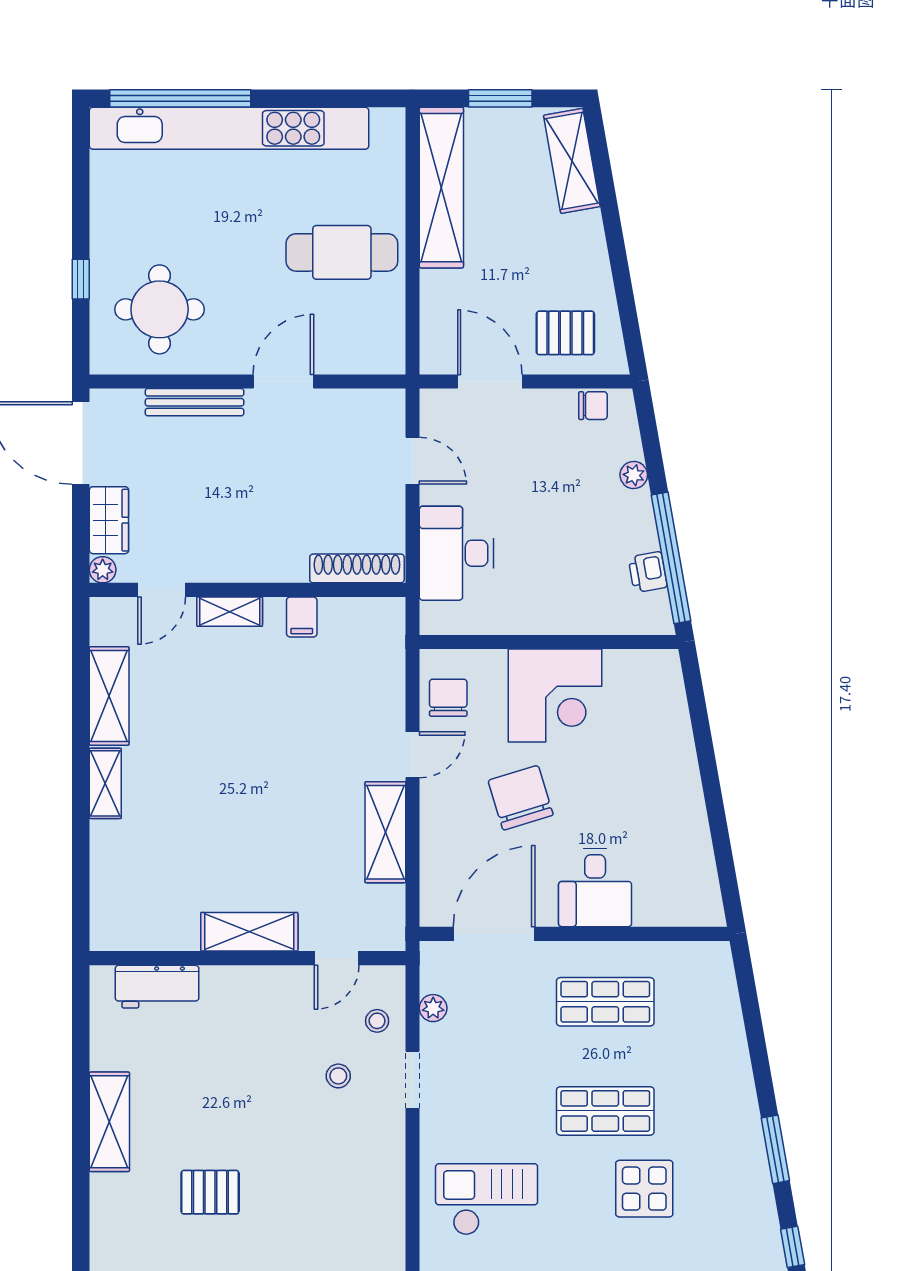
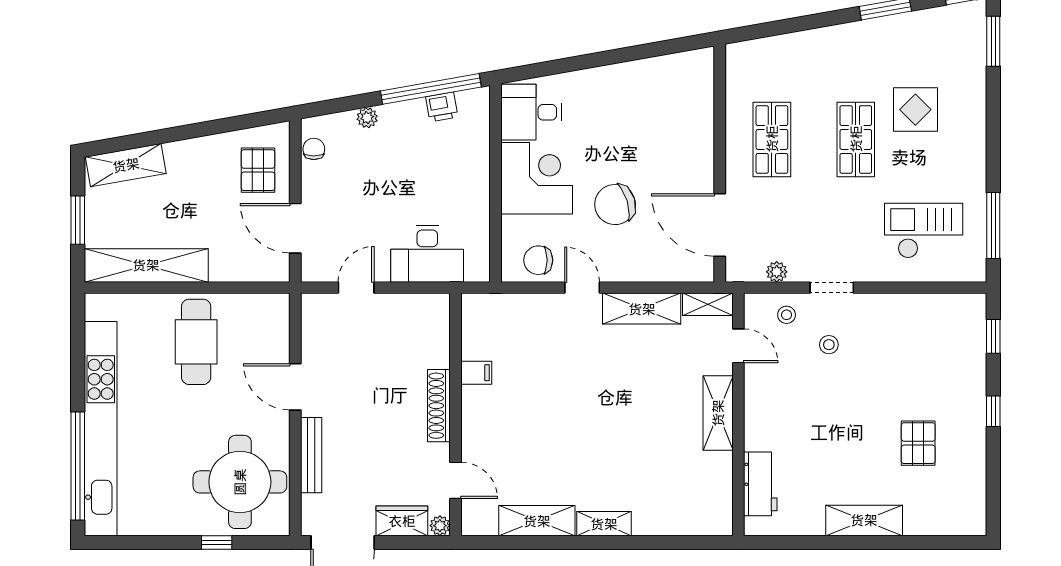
round table: (160, 309) -> (240, 482), width x1.36, depth x1.36
door: (490, 381) -> (295, 228), hinge flipped
shoe rack: (357, 568) -> (439, 406), moved
shelving: (230, 612) -> (708, 304), moved, turned 90
desk: (595, 888) -> (531, 112), moved, turned 180
checkout: (487, 1199) -> (924, 231), turned 90

